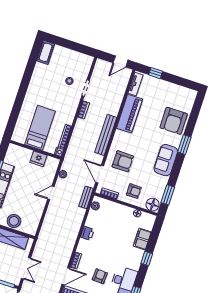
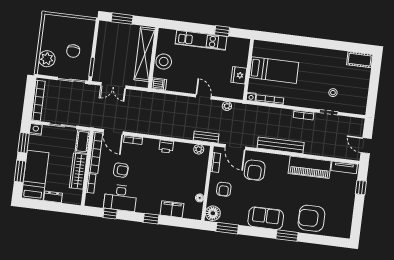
door: (100, 174) -> (235, 147), swing flipped
dishwasher: (32, 229) -> (159, 84), added

